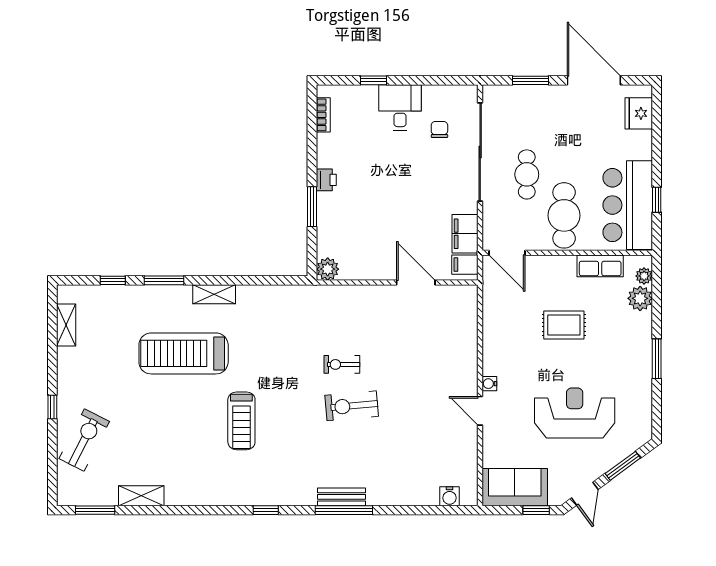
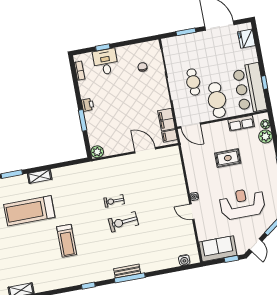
desk: (400, 108) -> (106, 62), moved

